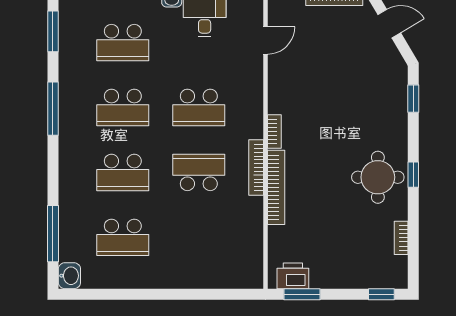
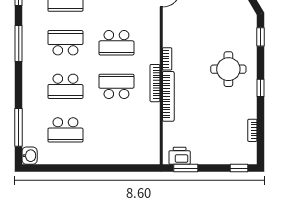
school desk: (123, 107) -> (65, 43), turned 180
round table: (378, 177) -> (228, 69), moved

